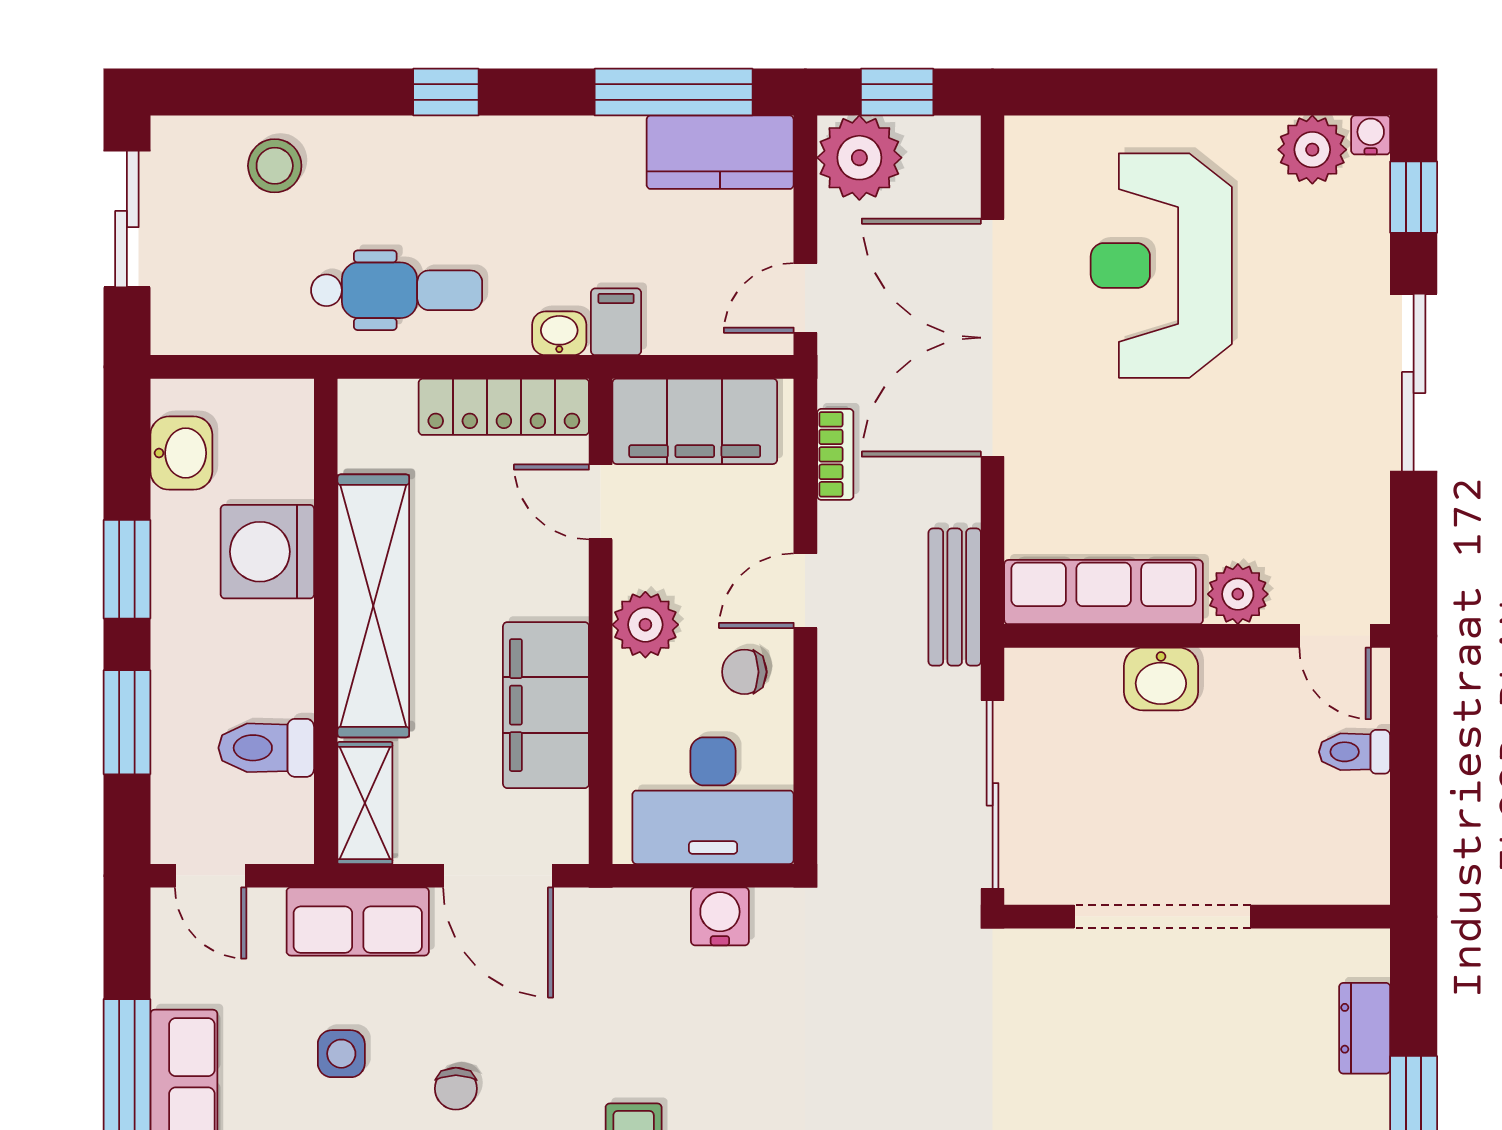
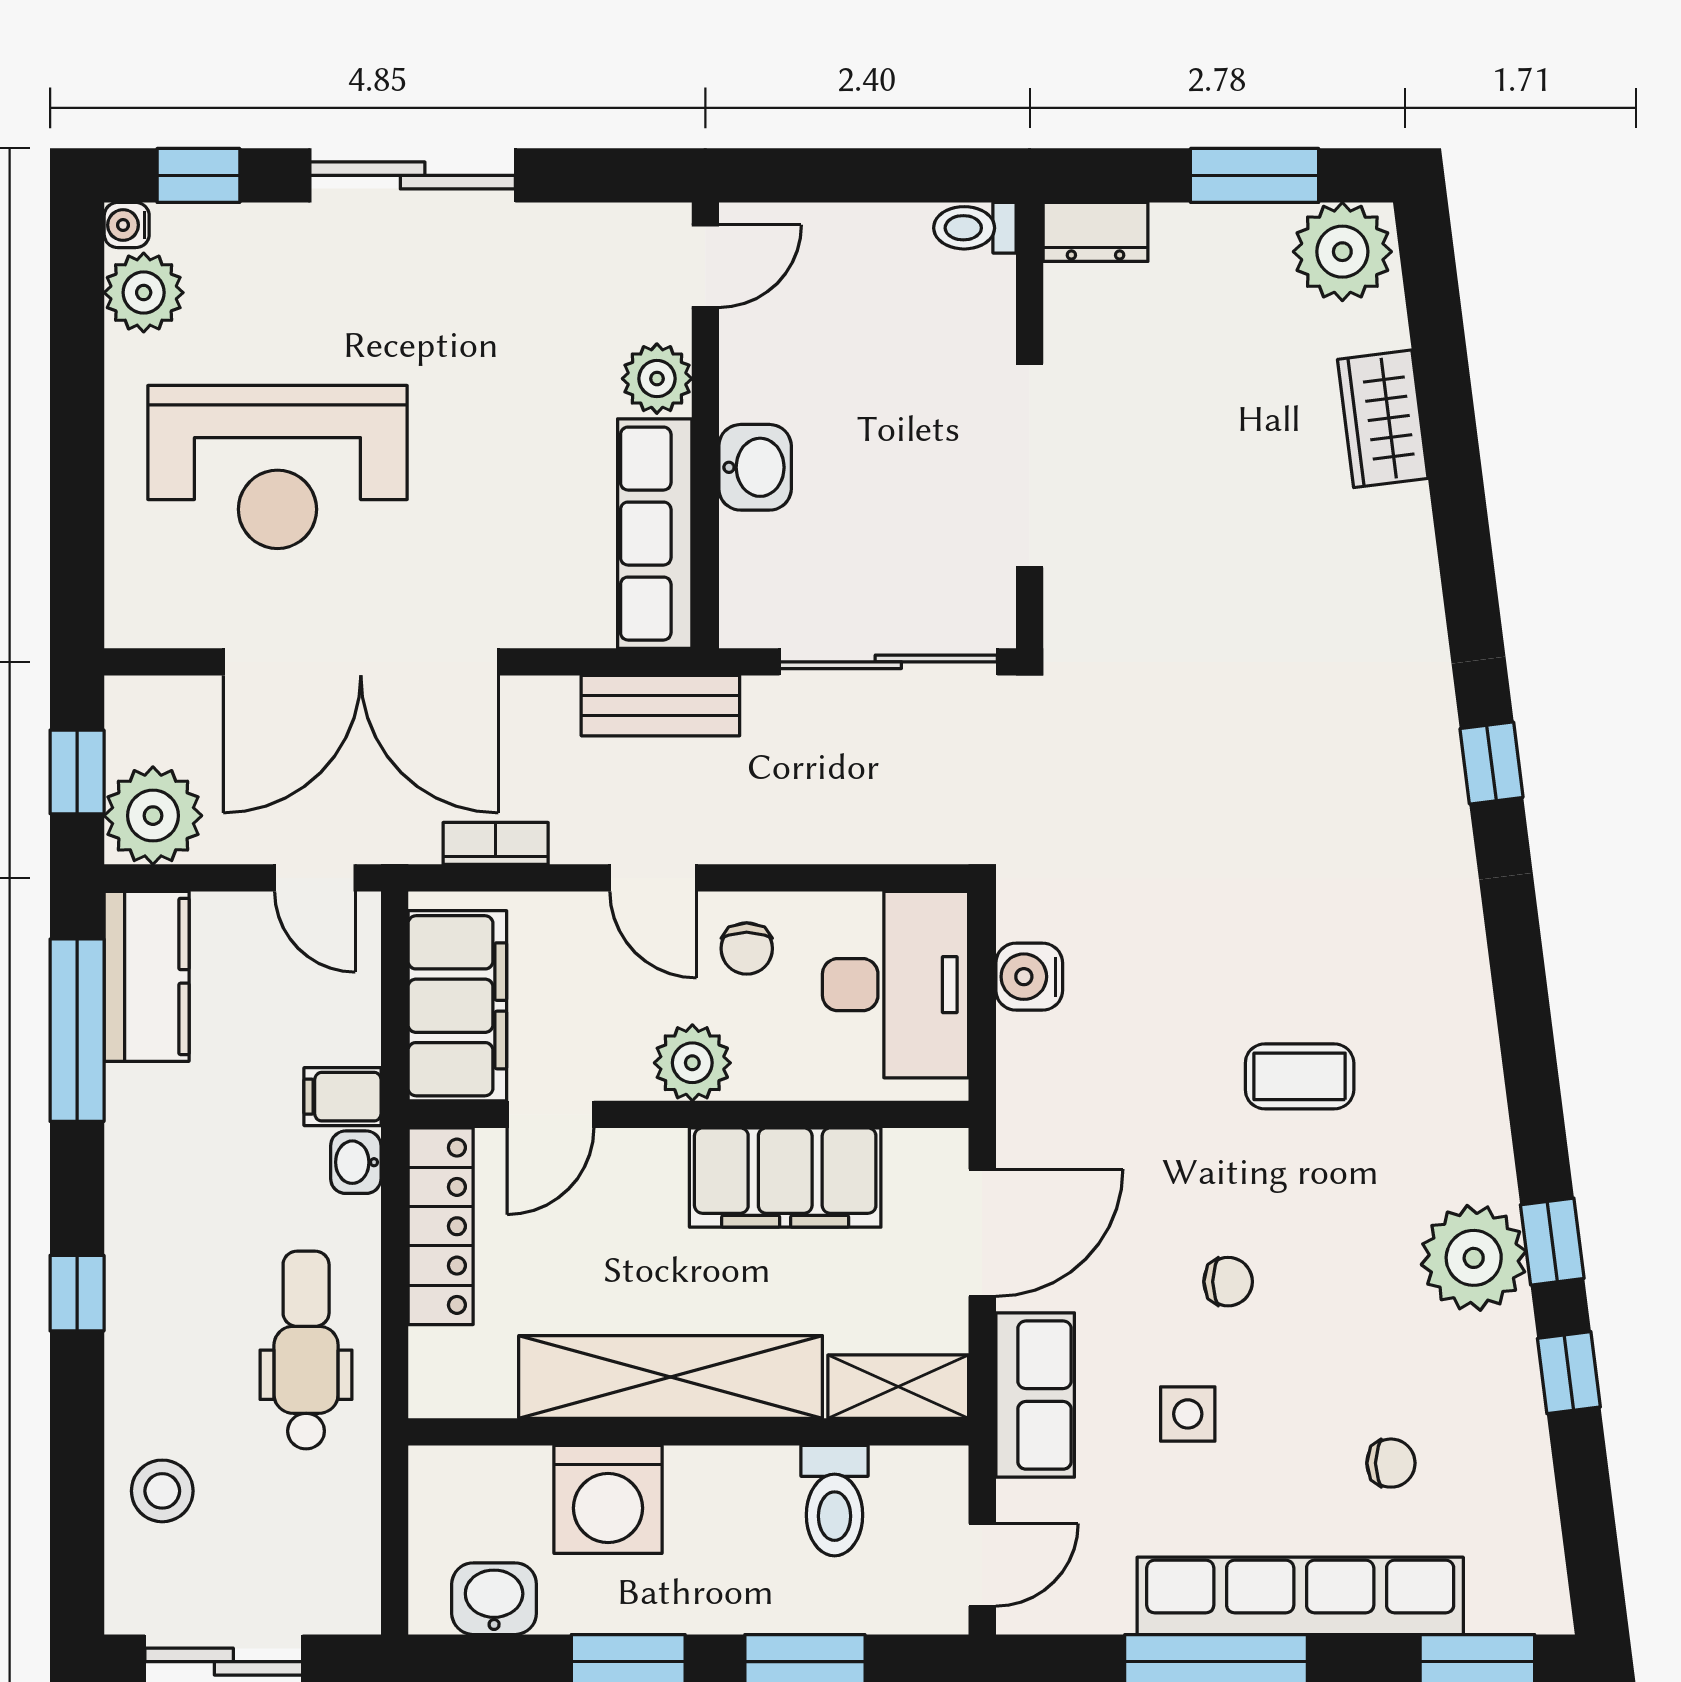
toilet: (1355, 752) -> (975, 228), moved, turned 90
dresser: (1365, 1028) -> (1095, 232), moved

